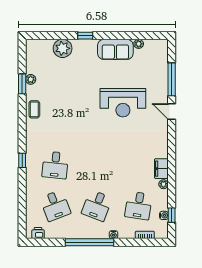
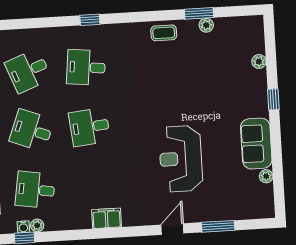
plant: (63, 48) -> (259, 61), width x0.53, depth x0.53
window: (172, 79) -> (218, 226), width x0.69
desk: (97, 165) -> (90, 127), added
filing cabinet: (161, 169) -> (107, 218), moved
plant: (163, 184) -> (37, 225), moved

